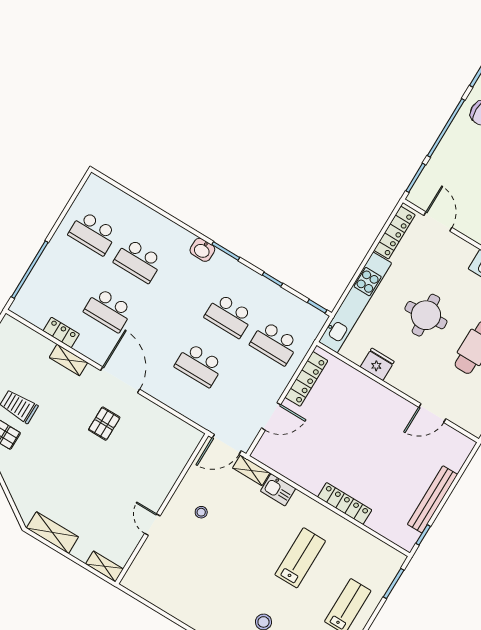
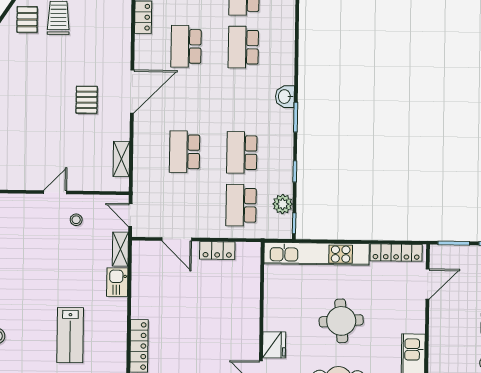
plant: (295, 307) -> (283, 204), added
shelving: (68, 360) -> (121, 159), moved
fridge: (377, 364) -> (274, 345), moved
locker: (306, 379) -> (217, 250), width x0.66
pallet: (104, 424) -> (87, 100), turned 90
door: (227, 444) -> (130, 215), width x0.73
stool: (201, 512) -> (76, 220), moved
door: (152, 525) -> (55, 192), moved
lab bench: (300, 558) -> (70, 335), turned 90

